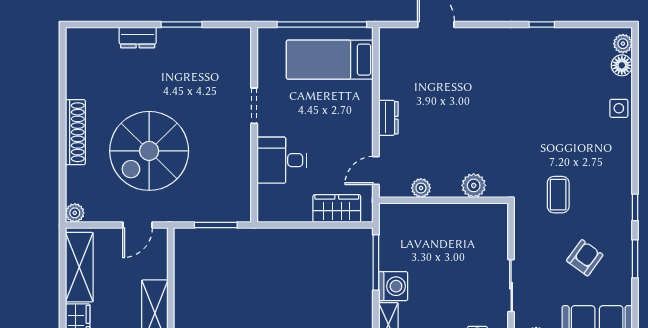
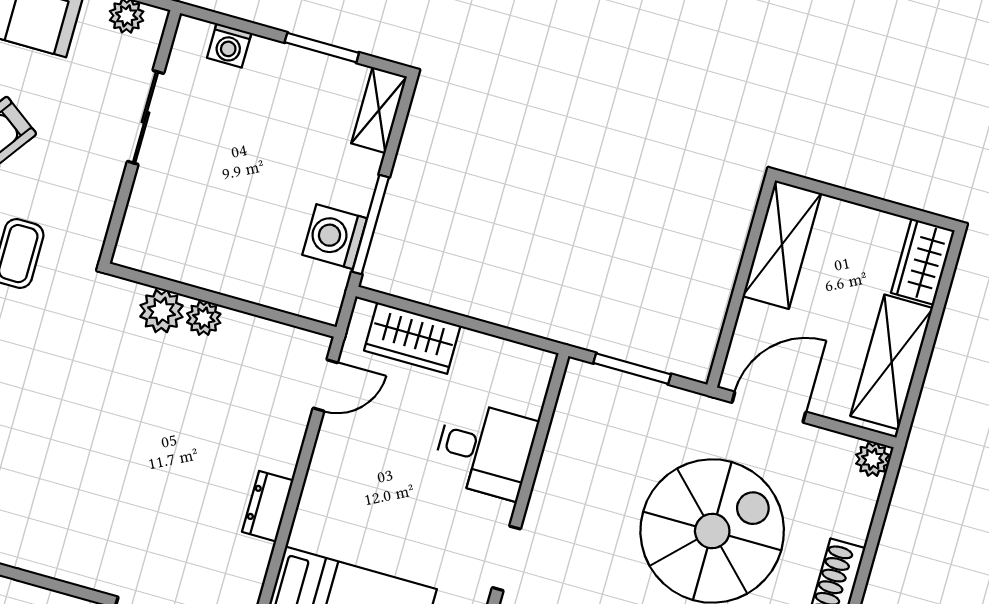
dresser: (388, 118) -> (268, 506), moved
plant: (421, 188) -> (204, 318), moved
door: (138, 225) -> (769, 407), width x1.38
washing machine: (393, 286) -> (335, 237), moved

